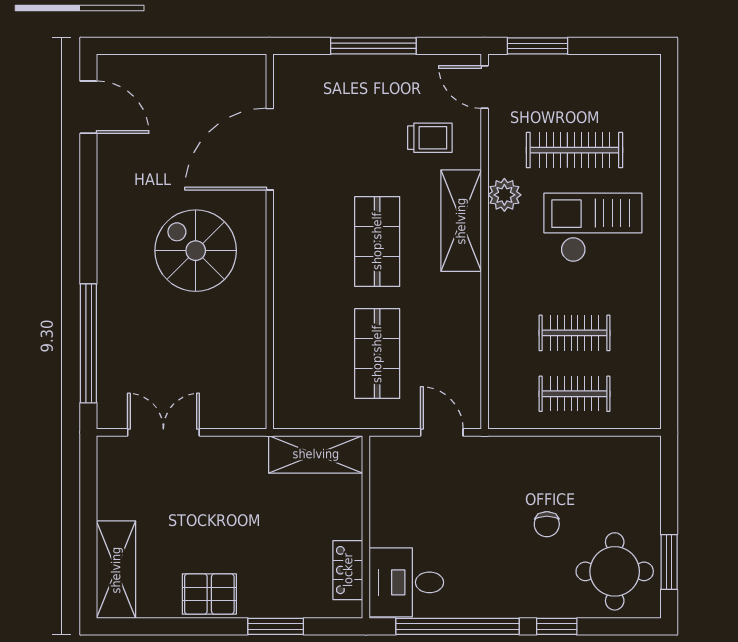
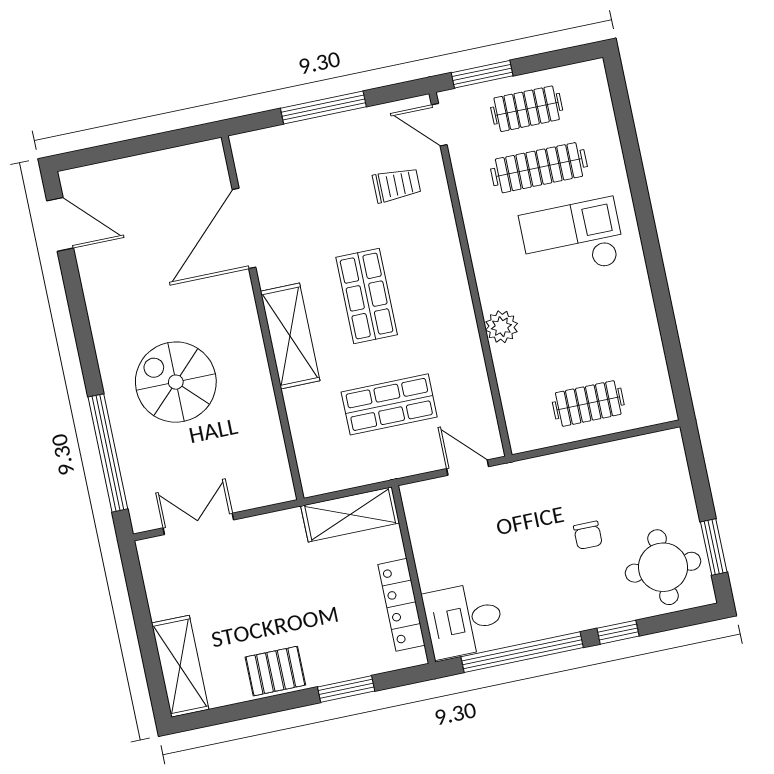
plant: (504, 195) -> (501, 327), moved
shelving: (461, 221) -> (290, 336), moved
spiral stairs: (196, 251) -> (176, 382), moved
clothes rail: (574, 333) -> (527, 109), moved
shop shelf: (377, 354) -> (389, 404), turned 90
locker: (348, 570) -> (401, 605), width x1.53

